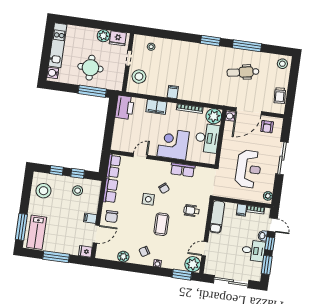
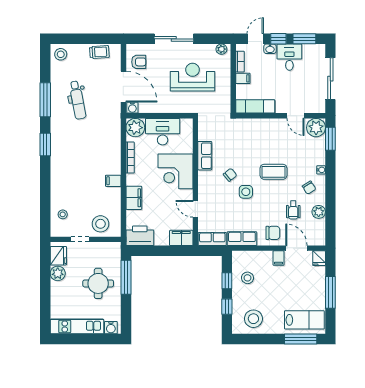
filing cabinet: (118, 141) -> (181, 238), added
wheelchair: (192, 211) -> (293, 210), moved

